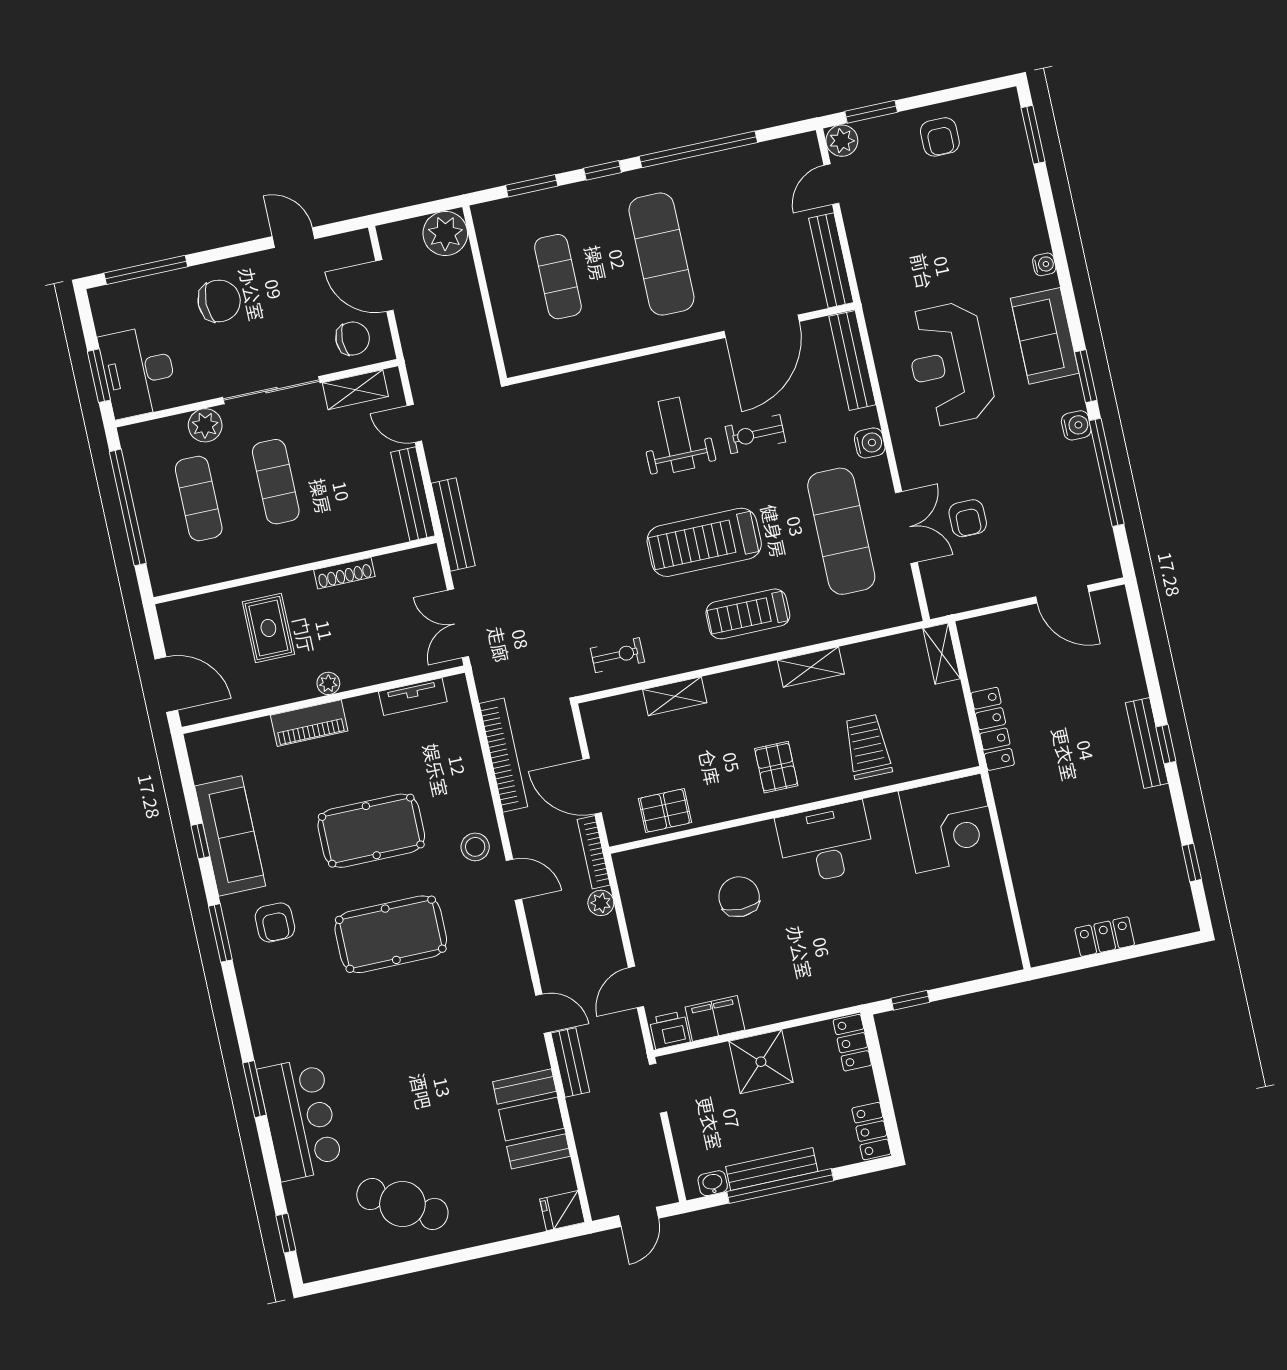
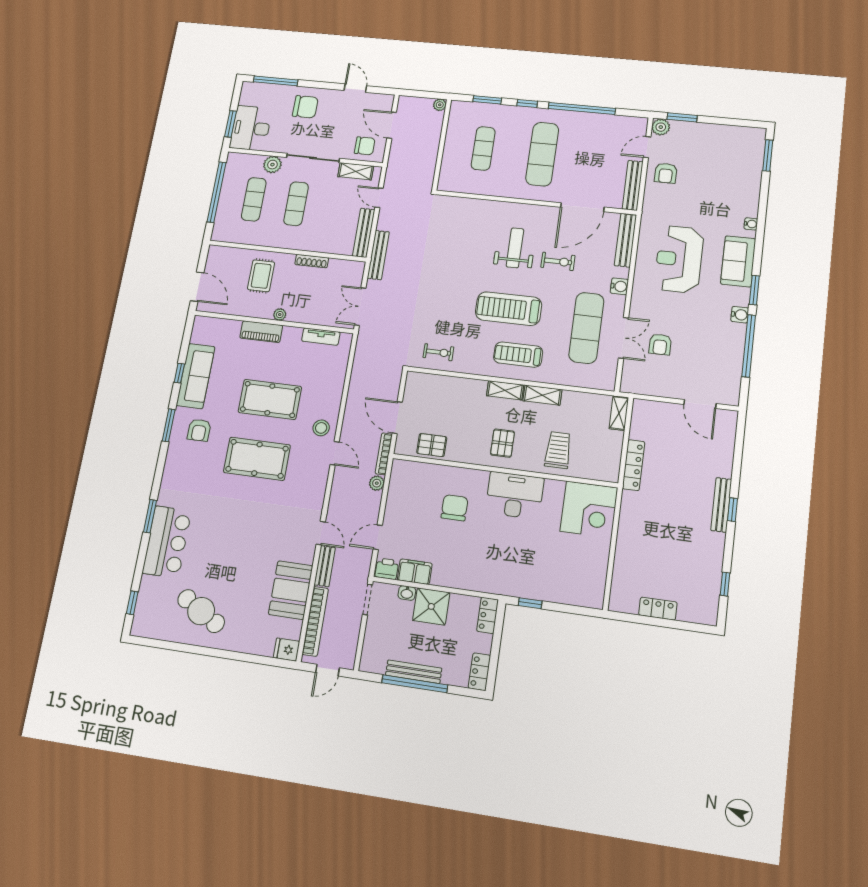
armchair: (940, 137) -> (666, 173), moved
plant: (445, 233) -> (440, 105), width x0.53, depth x0.53
exercise bike: (755, 434) -> (558, 261), turned 180
shelving: (675, 696) -> (505, 390), moved
bookcase: (503, 755) -> (315, 621), moved
washbasin: (713, 1183) -> (407, 593), moved, turned 180

